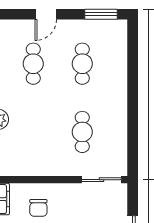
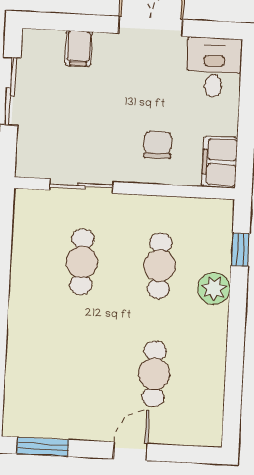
cafe table: (82, 64) -> (160, 266), moved
sliding door: (101, 180) -> (81, 186), moved

